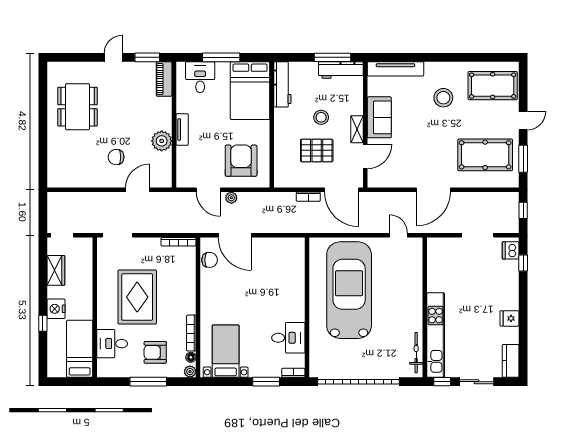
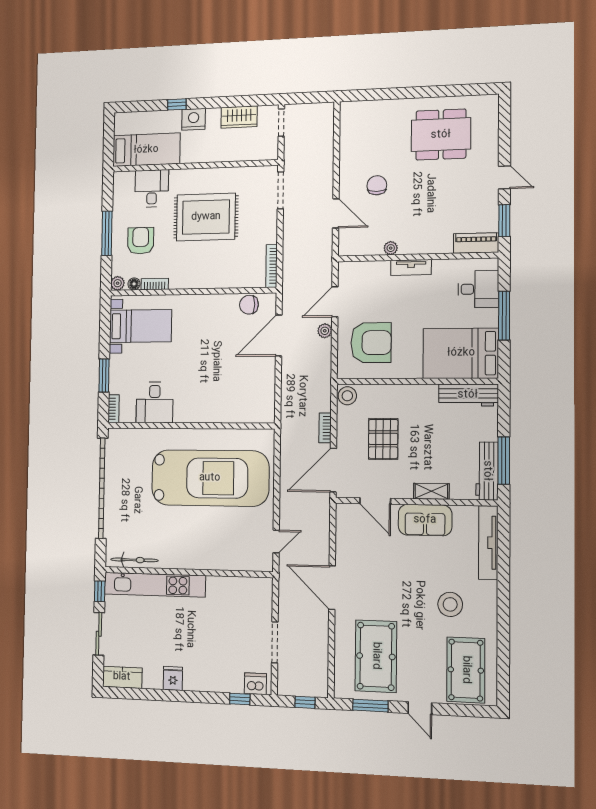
stool: (321, 117) -> (347, 396), moved
shelving: (357, 129) -> (431, 491), moved
plant: (162, 141) -> (391, 248), width x0.53, depth x0.53
chair: (210, 260) -> (249, 305), turned 90
bookcase: (191, 333) -> (155, 284), width x0.64

